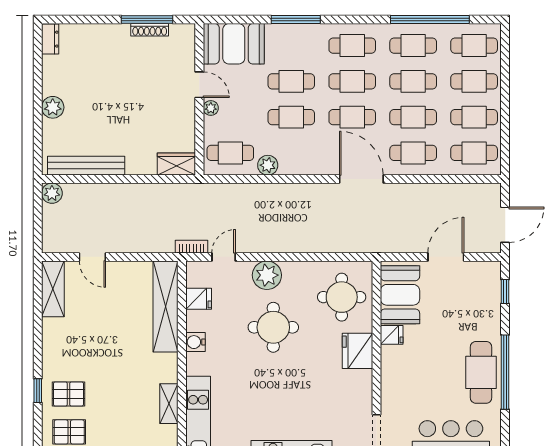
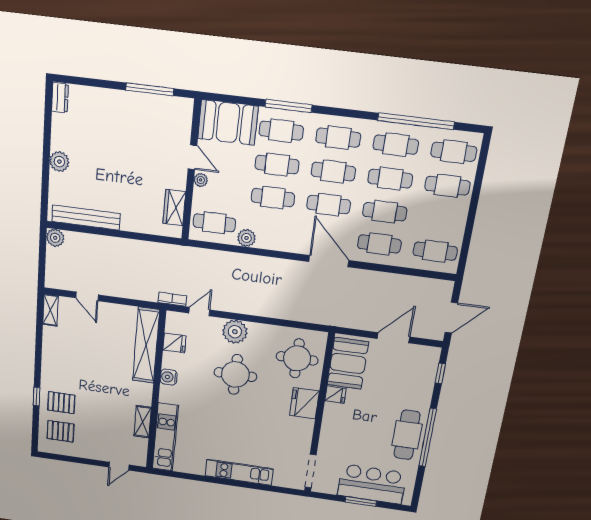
shoe rack: (150, 30) -> (151, 100), removed
cafe table: (474, 117) -> (281, 131), moved
wardrobe: (176, 164) -> (174, 208), moved, turned -90
shelving: (53, 289) -> (50, 310), width x0.67, depth x0.75

